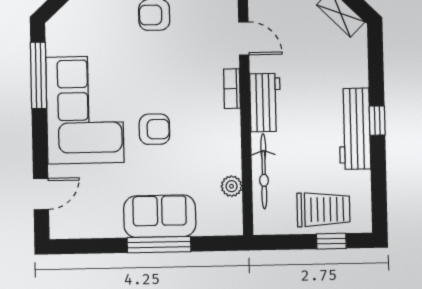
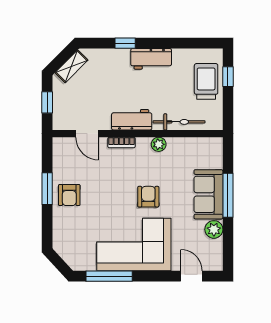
door: (244, 39) -> (87, 134), swing flipped
window: (377, 121) -> (125, 43), moved
workbench: (355, 129) -> (151, 59), width x0.73
plant: (232, 186) -> (159, 144), moved
plant: (109, 225) -> (214, 229), added

